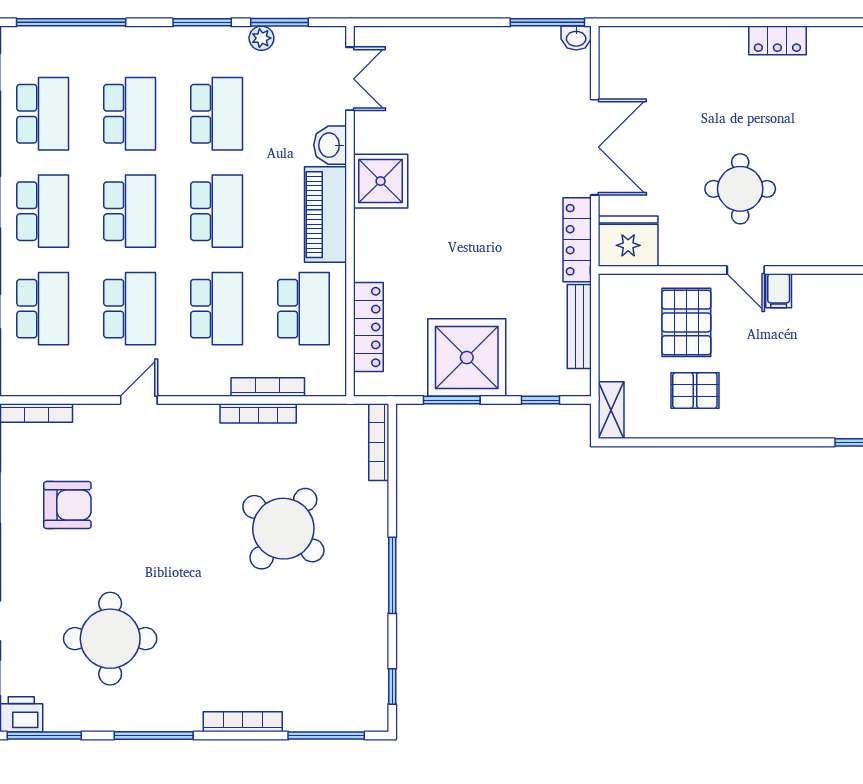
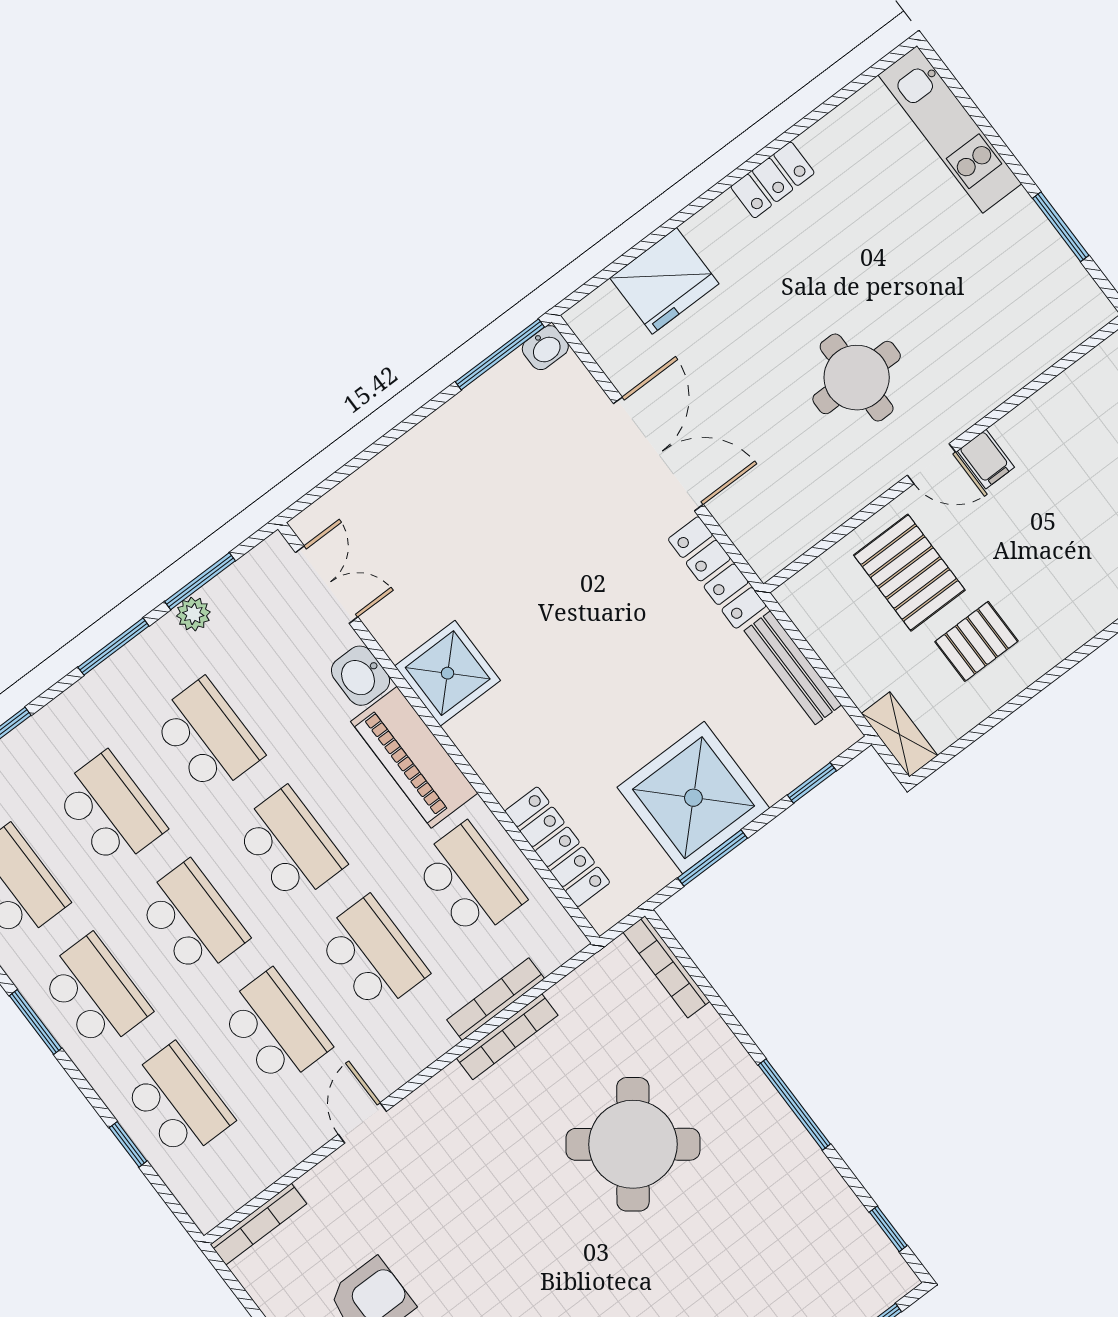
fridge: (628, 241) -> (664, 281), moved, turned 180

